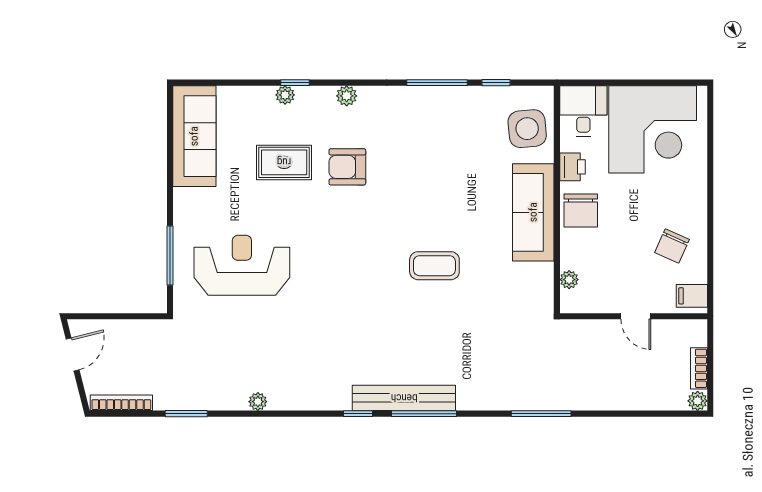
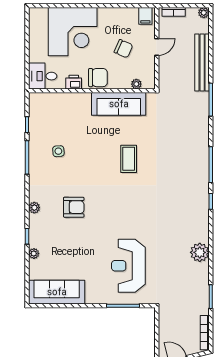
plant: (285, 95) -> (34, 254), moved
side table: (527, 129) -> (58, 151), moved, width x0.54, depth x0.54
corner desk: (653, 129) -> (73, 32), moved, turned 90
rug: (284, 162) -> (71, 242), removed
armchair: (347, 167) -> (74, 207), turned -90
sofa: (533, 212) -> (119, 104), moved
chair: (672, 246) -> (123, 49), moved
bookcase: (699, 368) -> (174, 12), moved
bench: (404, 398) -> (202, 62), moved
plant: (258, 402) -> (200, 252), width x1.87, depth x1.87

